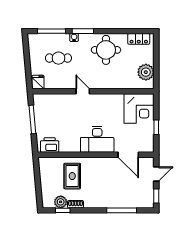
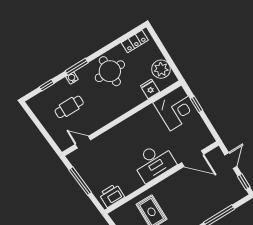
window: (52, 31) -> (47, 85), width x0.46
fridge: (38, 82) -> (150, 89), moved
door: (83, 91) -> (83, 142), moved
window: (156, 127) -> (196, 104), moved

